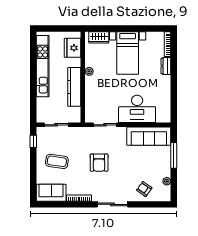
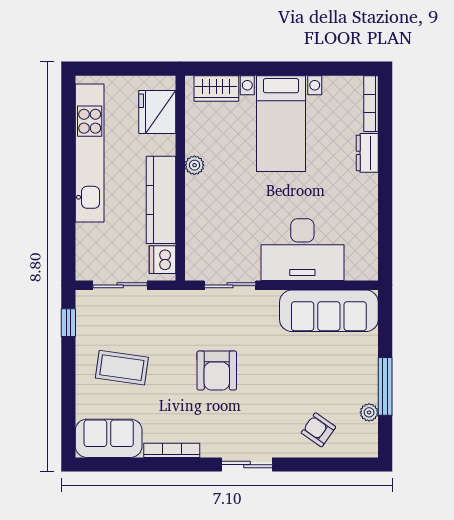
dishwasher: (75, 113) -> (162, 260), added
window: (174, 155) -> (385, 386), moved
sliding door: (112, 204) -> (247, 465), width x0.73

